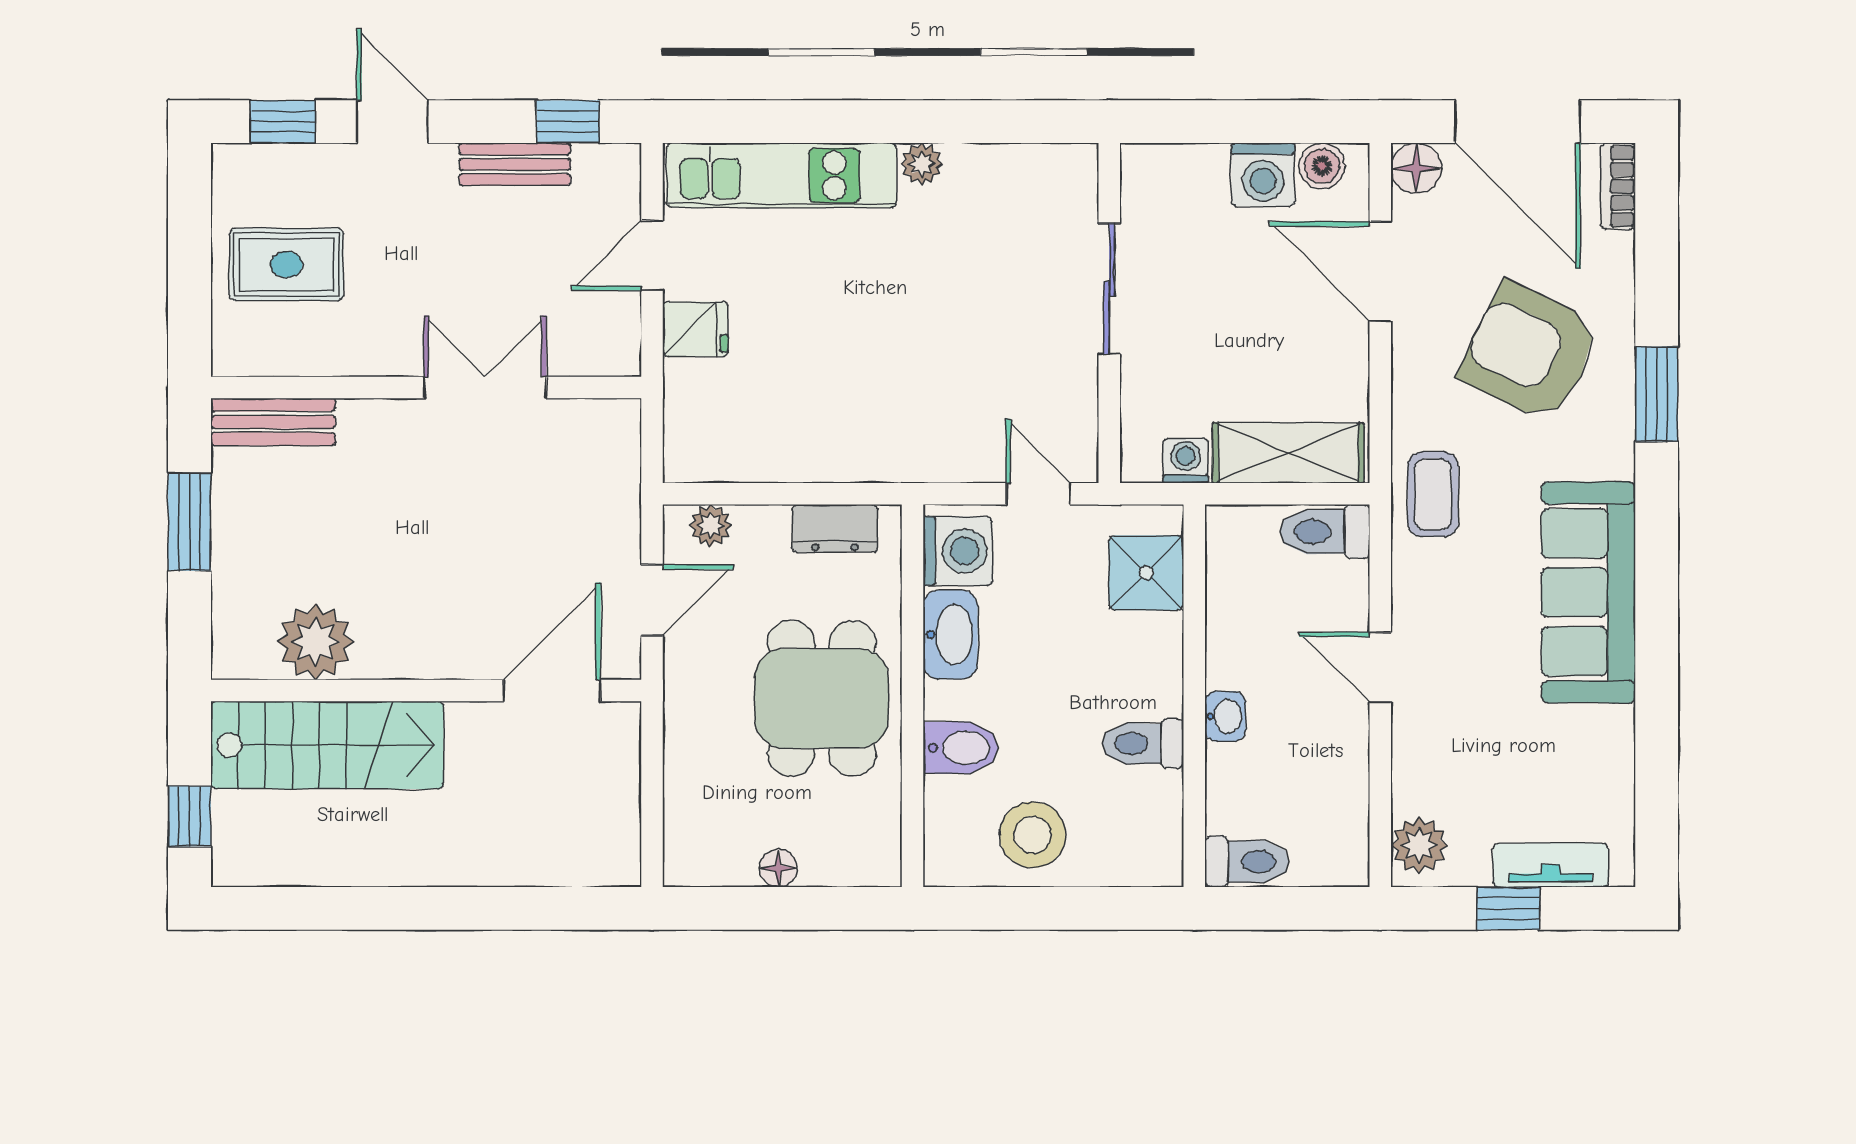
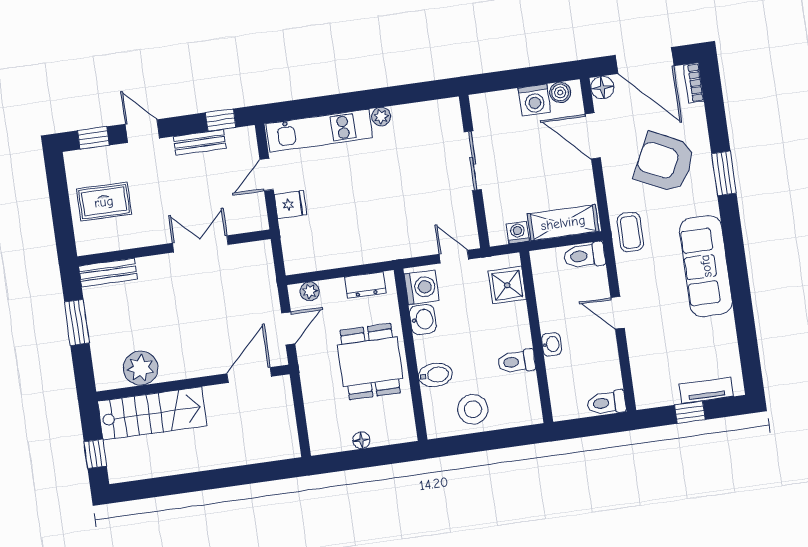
washbasin: (950, 634) -> (423, 319), width x0.72
plant: (1419, 845) -> (646, 390), removed
toilet: (1247, 862) -> (606, 403), moved, turned 180

